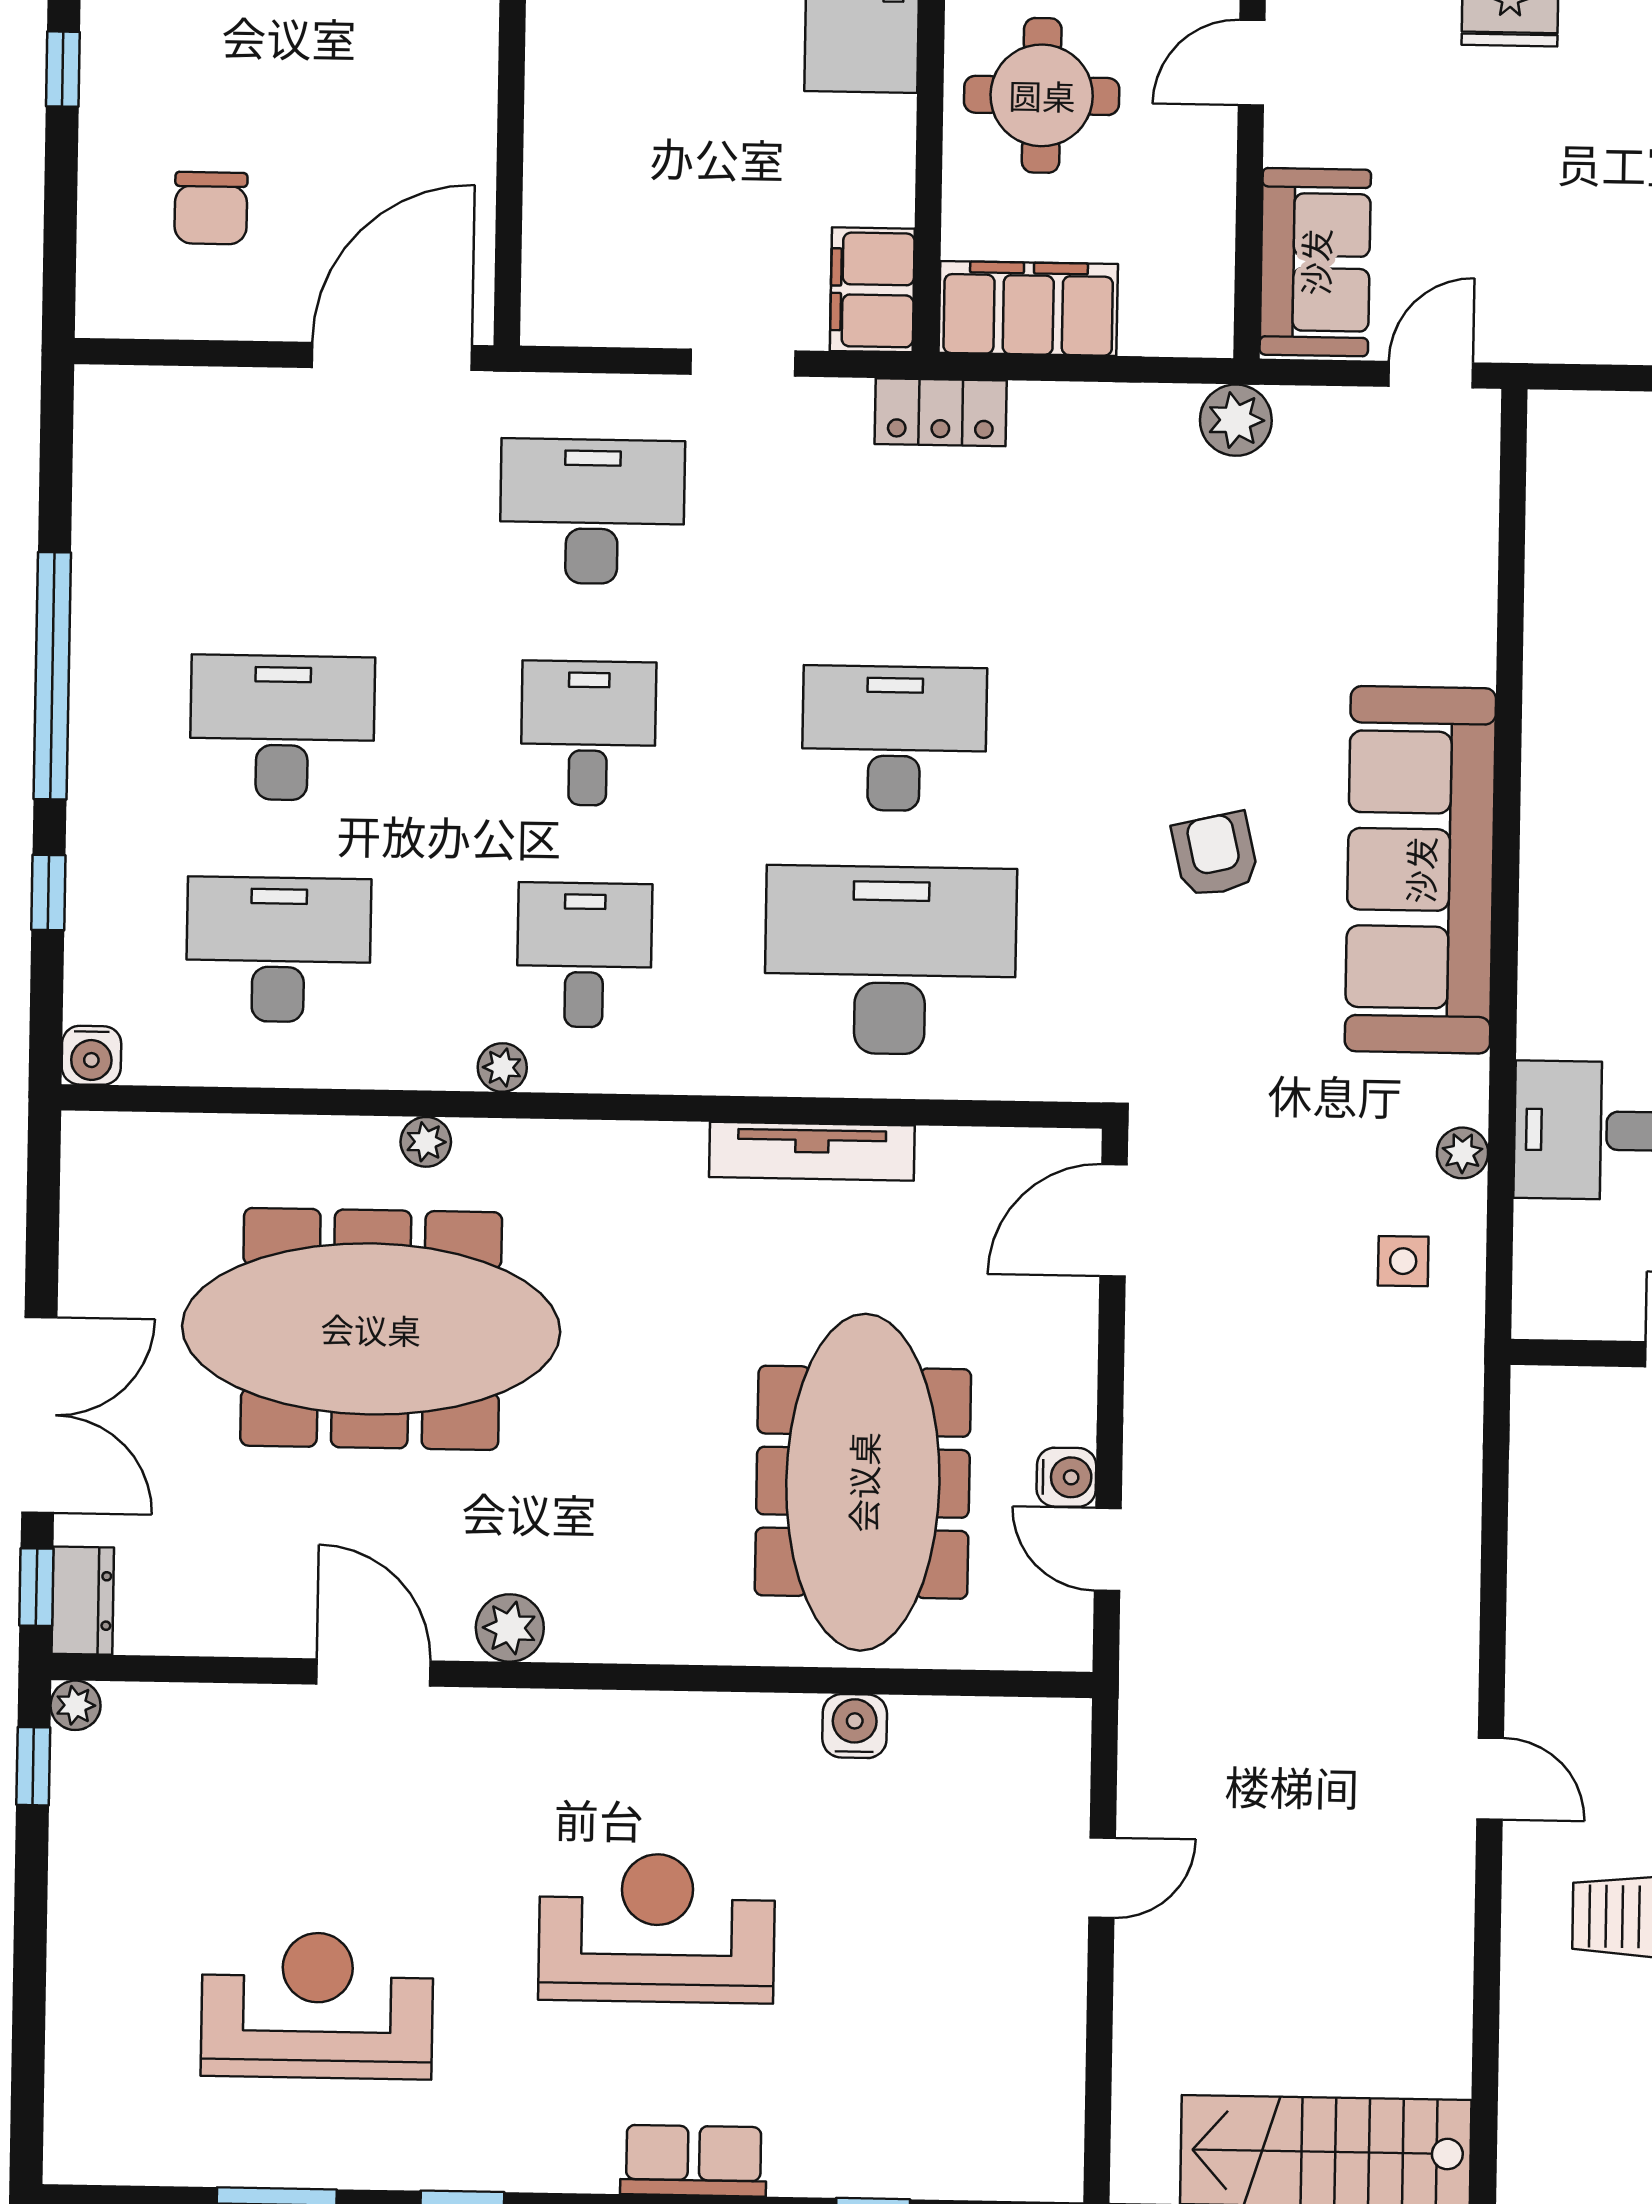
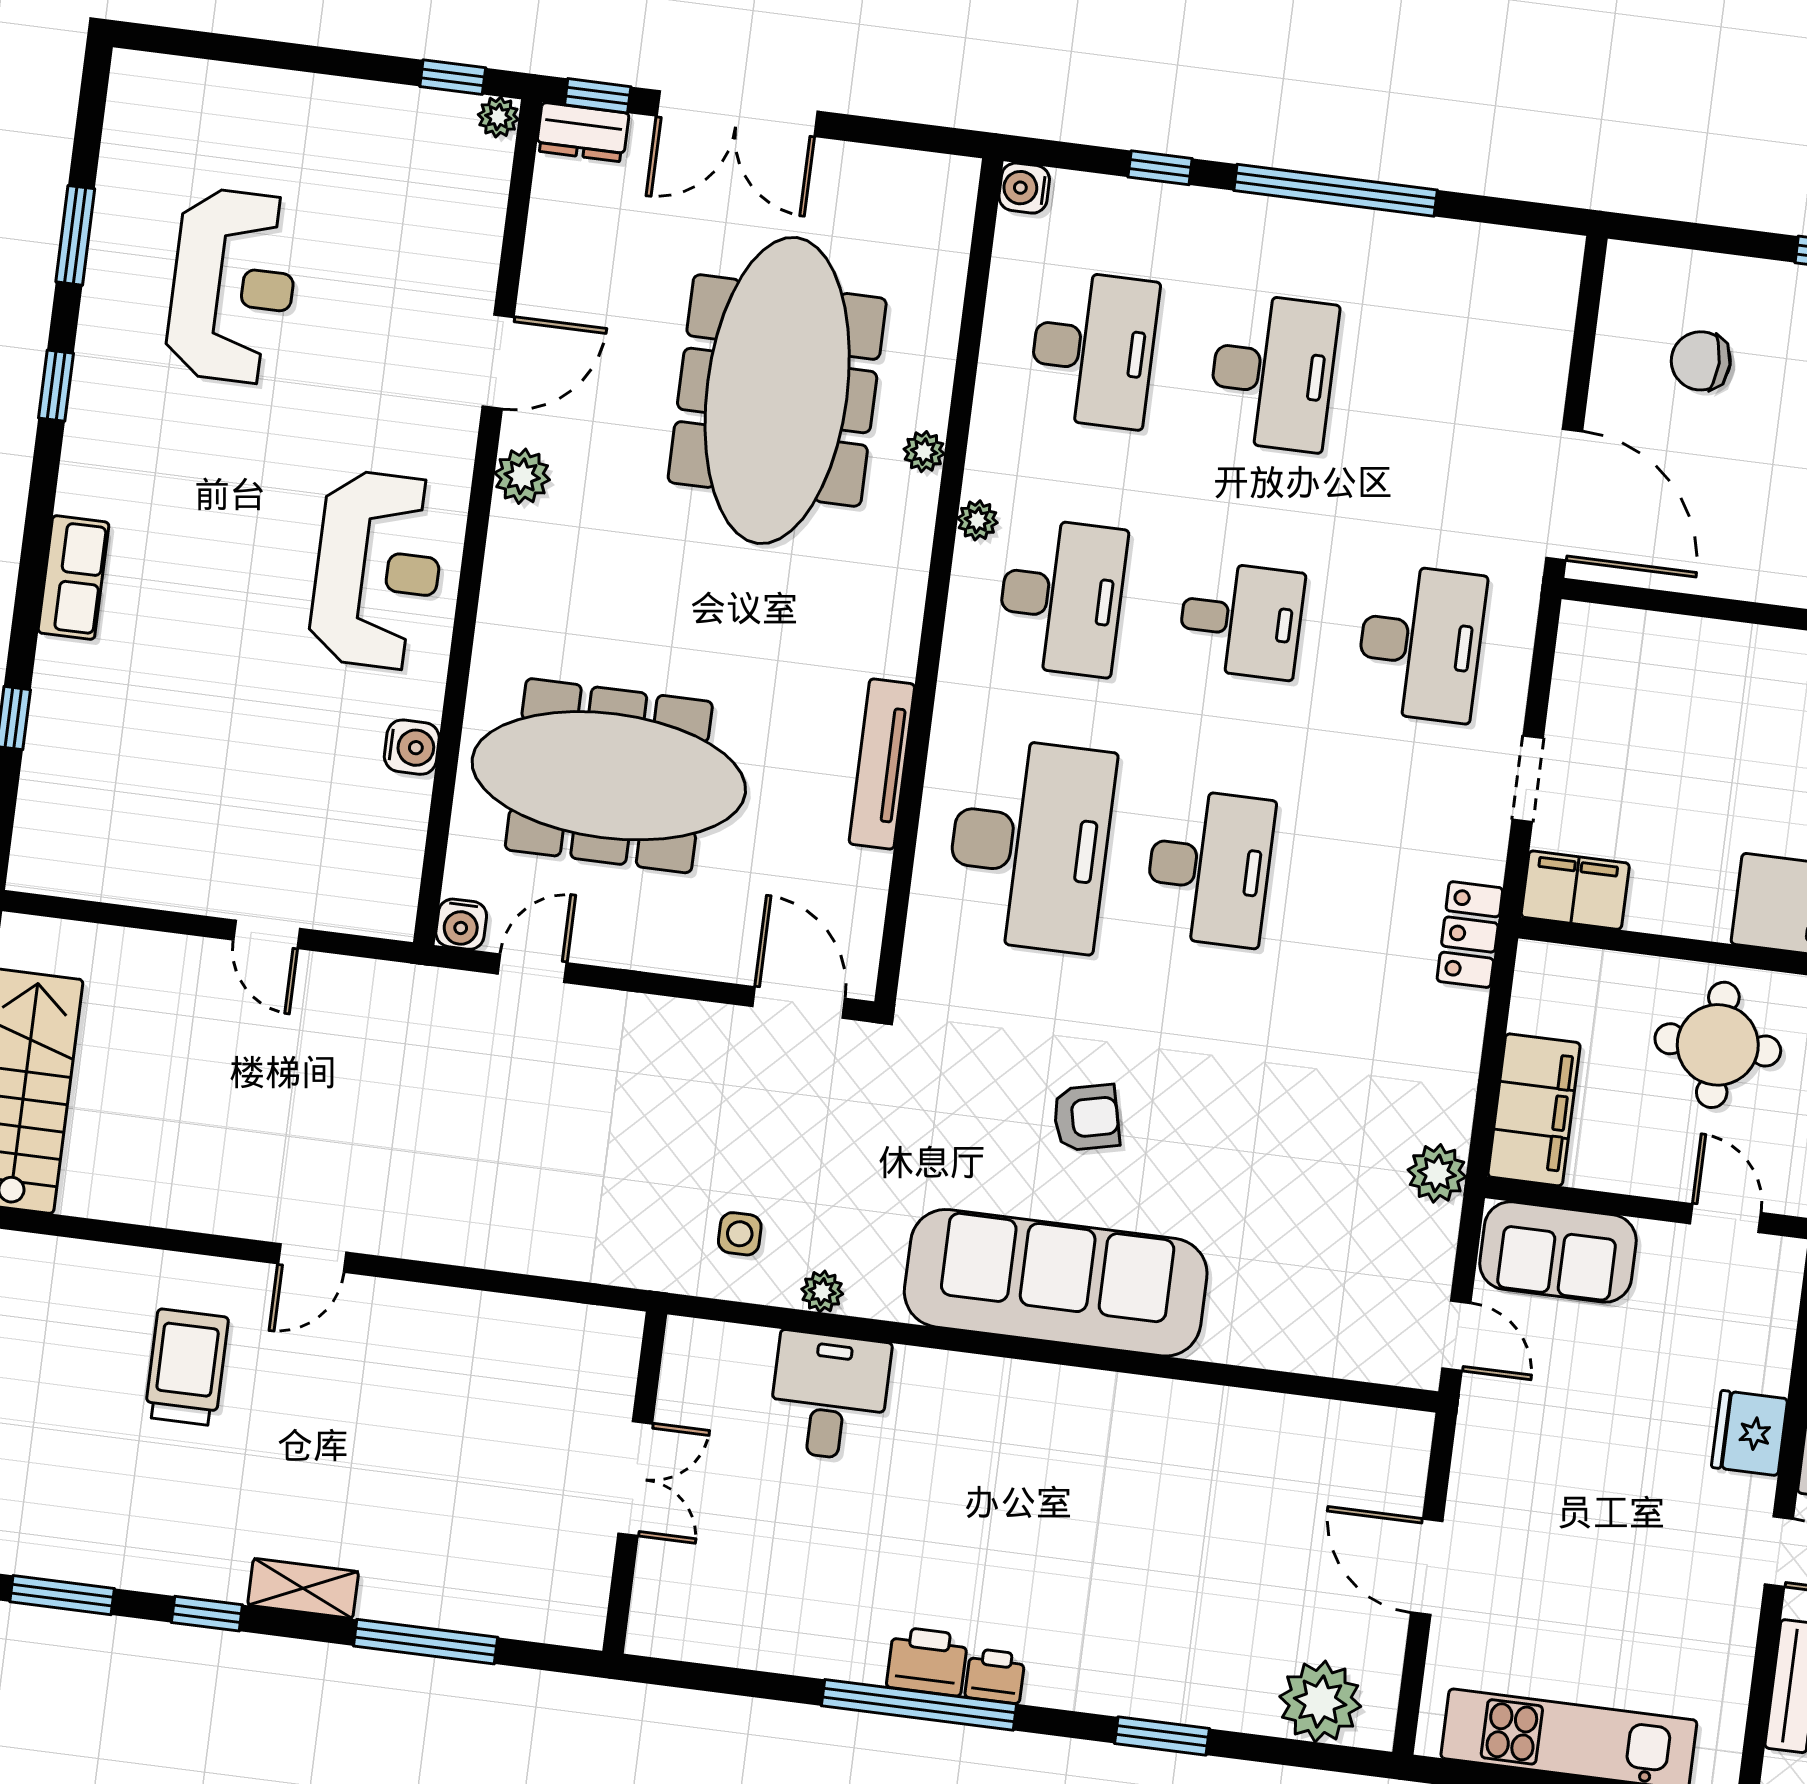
filing cabinet: (1028, 308) -> (1534, 1110), moved
desk: (584, 955) -> (1061, 597), width x1.37
water cooler: (1066, 1477) -> (461, 924), moved
reception desk: (657, 1928) -> (378, 570), moved

